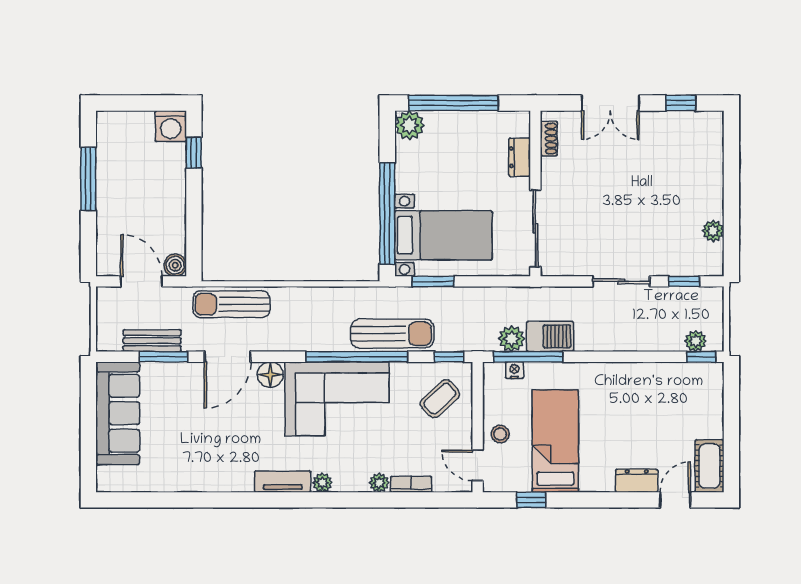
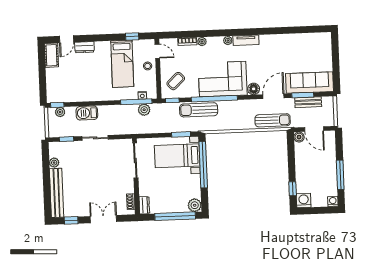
washing machine: (107, 121) -> (333, 201), added
dresser: (520, 157) -> (144, 205), moved
bench: (710, 164) -> (57, 193), added
barbecue: (550, 336) -> (87, 113), moved
sofa: (118, 413) -> (310, 83), moved, turned 90

